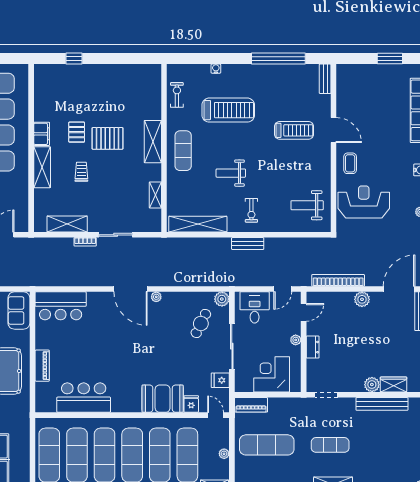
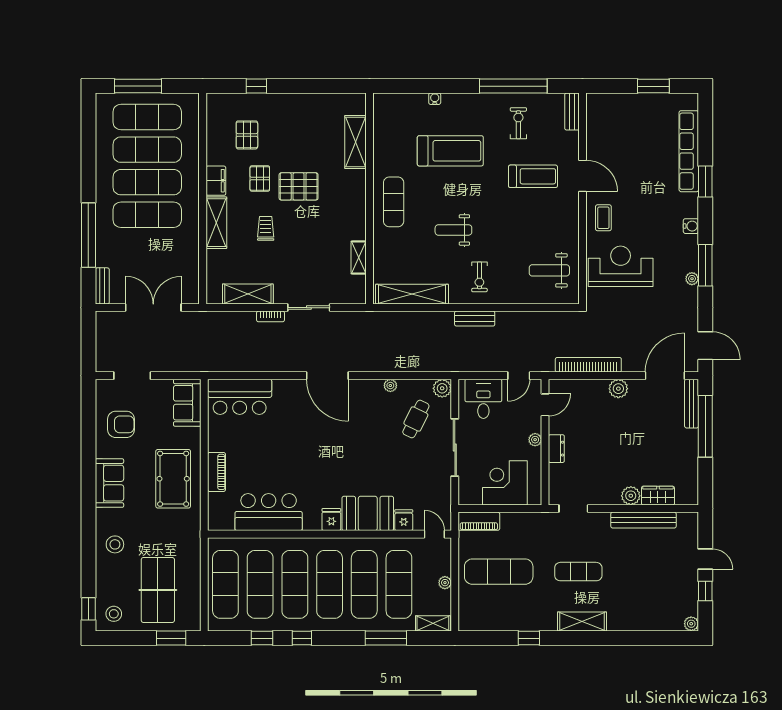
exercise bike: (177, 95) -> (518, 123), moved
pallet: (66, 97) -> (247, 135), added
shelving: (153, 142) -> (355, 142), moved
plant: (156, 297) -> (390, 385), moved
fridge: (220, 380) -> (331, 520), moved, turned 90

